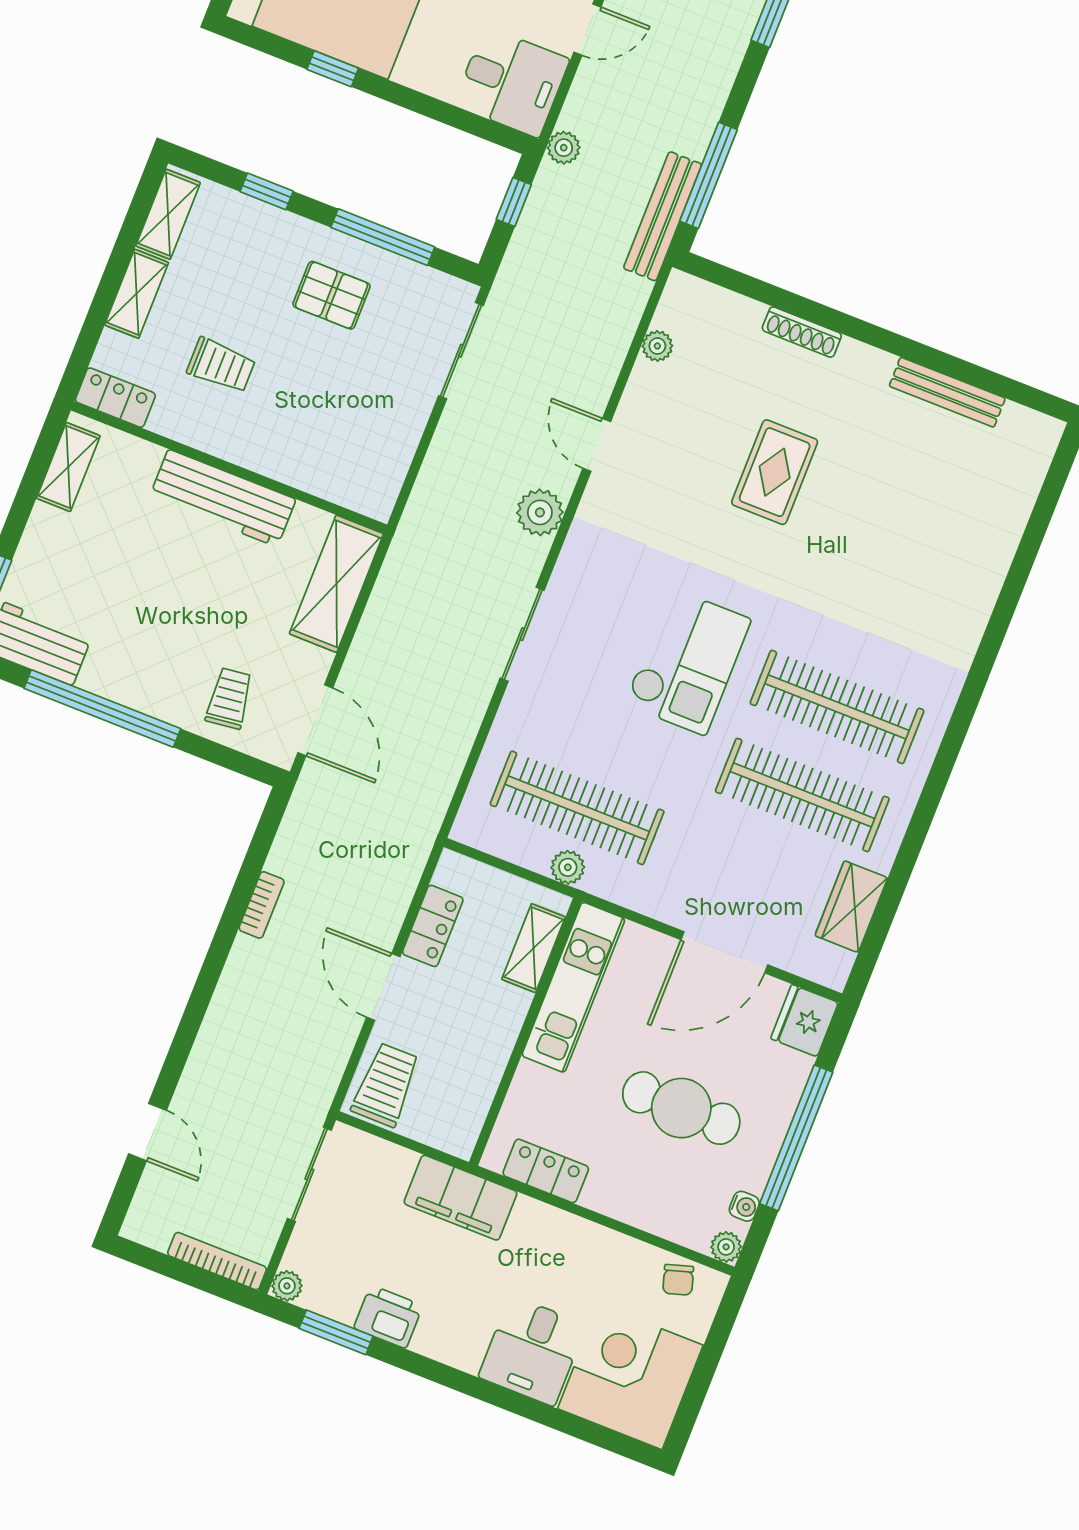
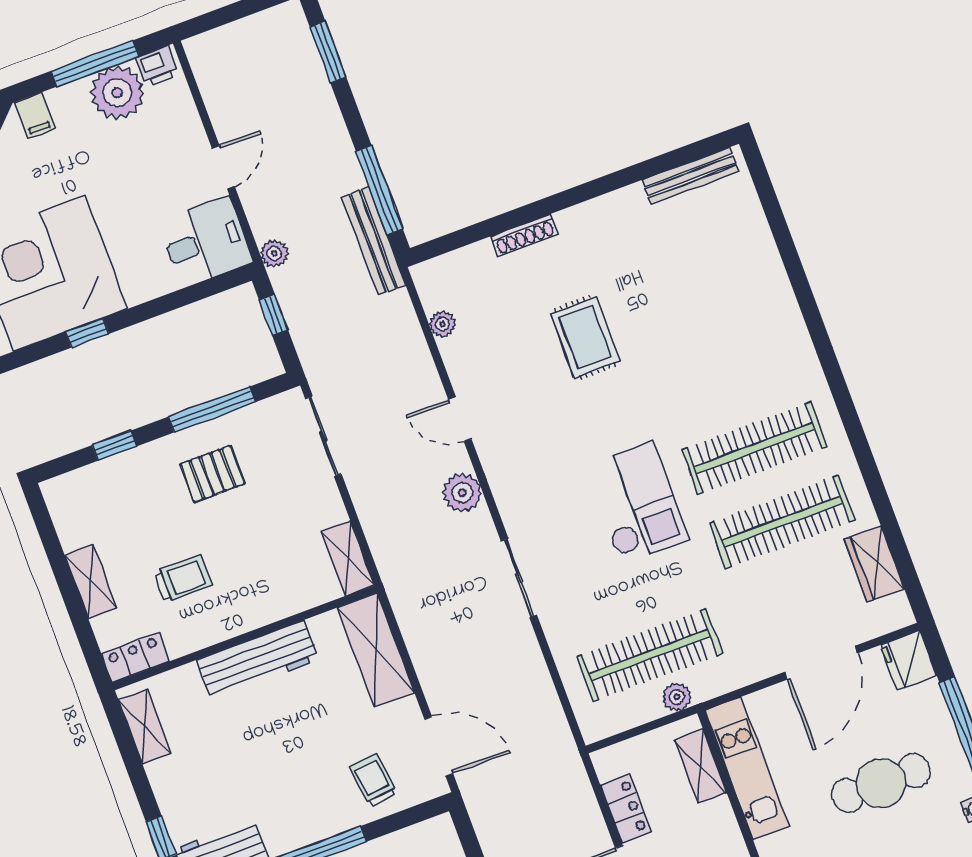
shelving: (168, 214) -> (348, 558), moved
bench: (947, 392) -> (690, 176), moved

